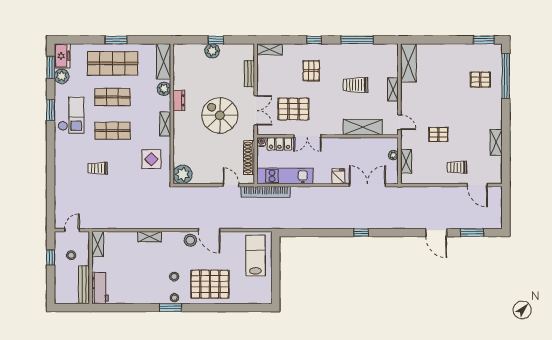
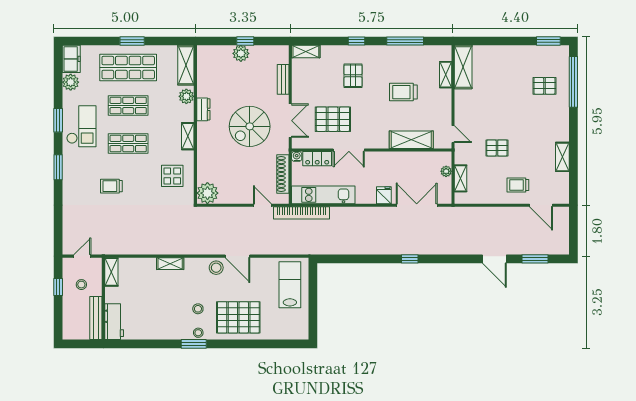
window: (51, 67) -> (58, 167), moved
shelving: (393, 89) -> (446, 75), moved
spiral stairs: (220, 115) -> (250, 126), turned -90

